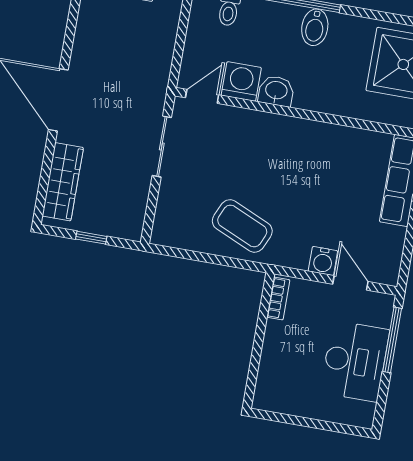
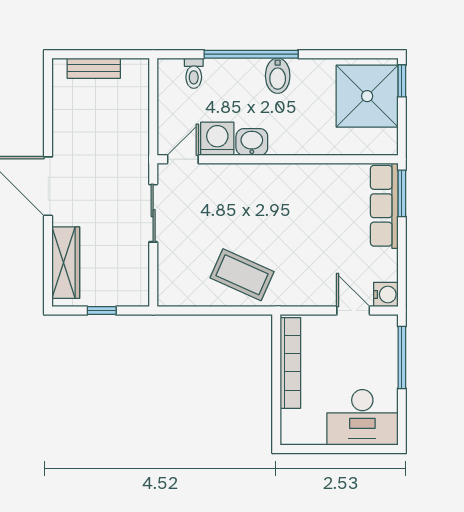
water cooler: (323, 261) -> (386, 294), moved, turned -90
bookcase: (278, 299) -> (290, 363), width x2.31, depth x1.31
desk: (355, 361) -> (362, 417), moved, turned 90

